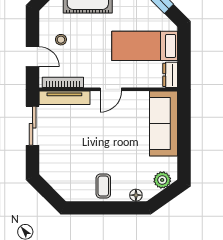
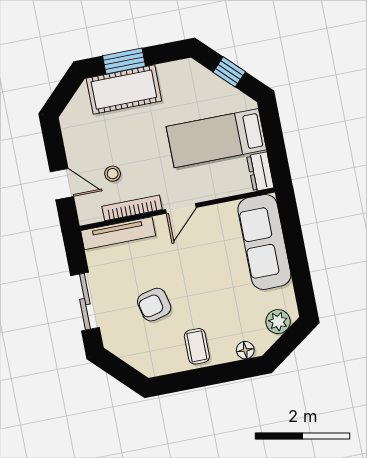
stool: (61, 40) -> (113, 174), moved
bookcase: (63, 82) -> (132, 208), moved
sliding door: (33, 126) -> (85, 302), moved
armchair: (80, 152) -> (154, 305), added

